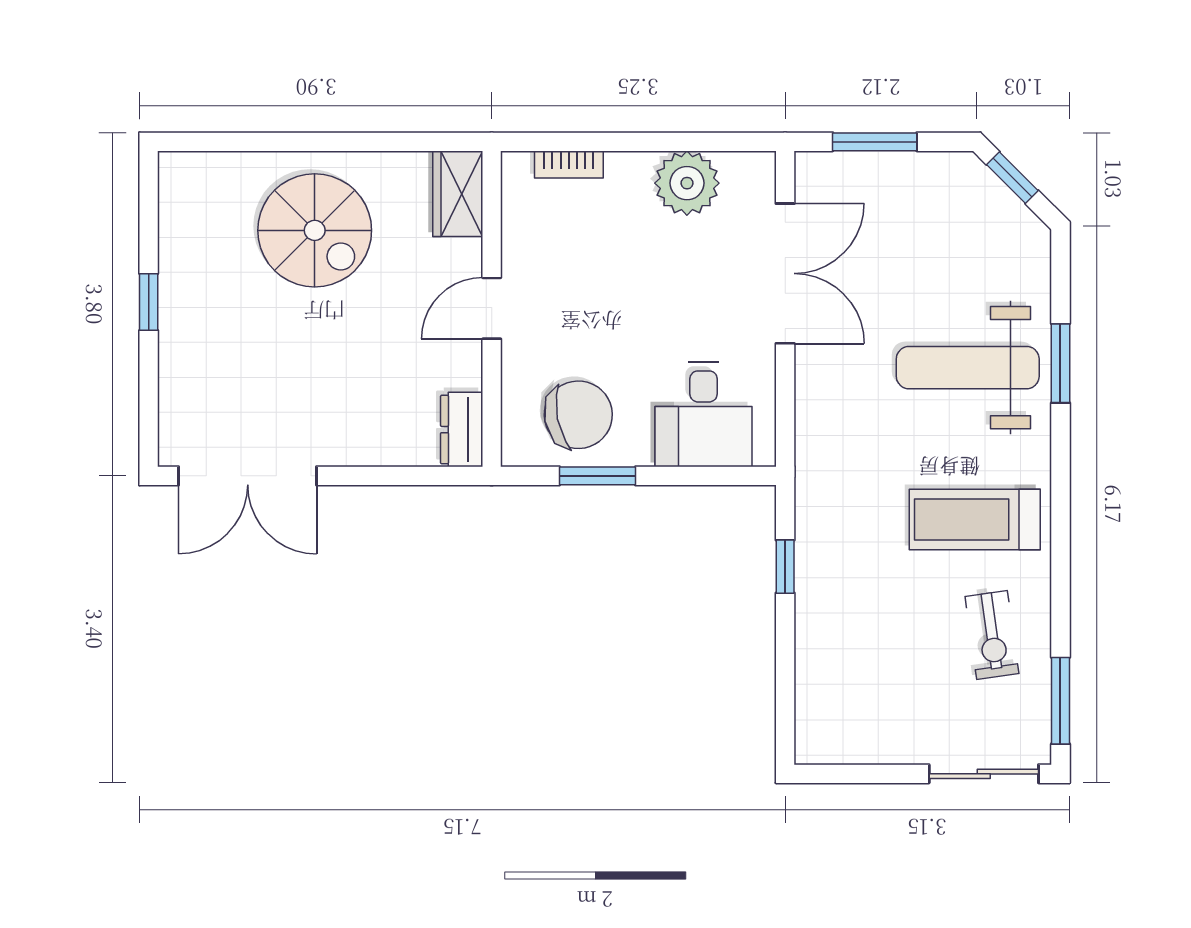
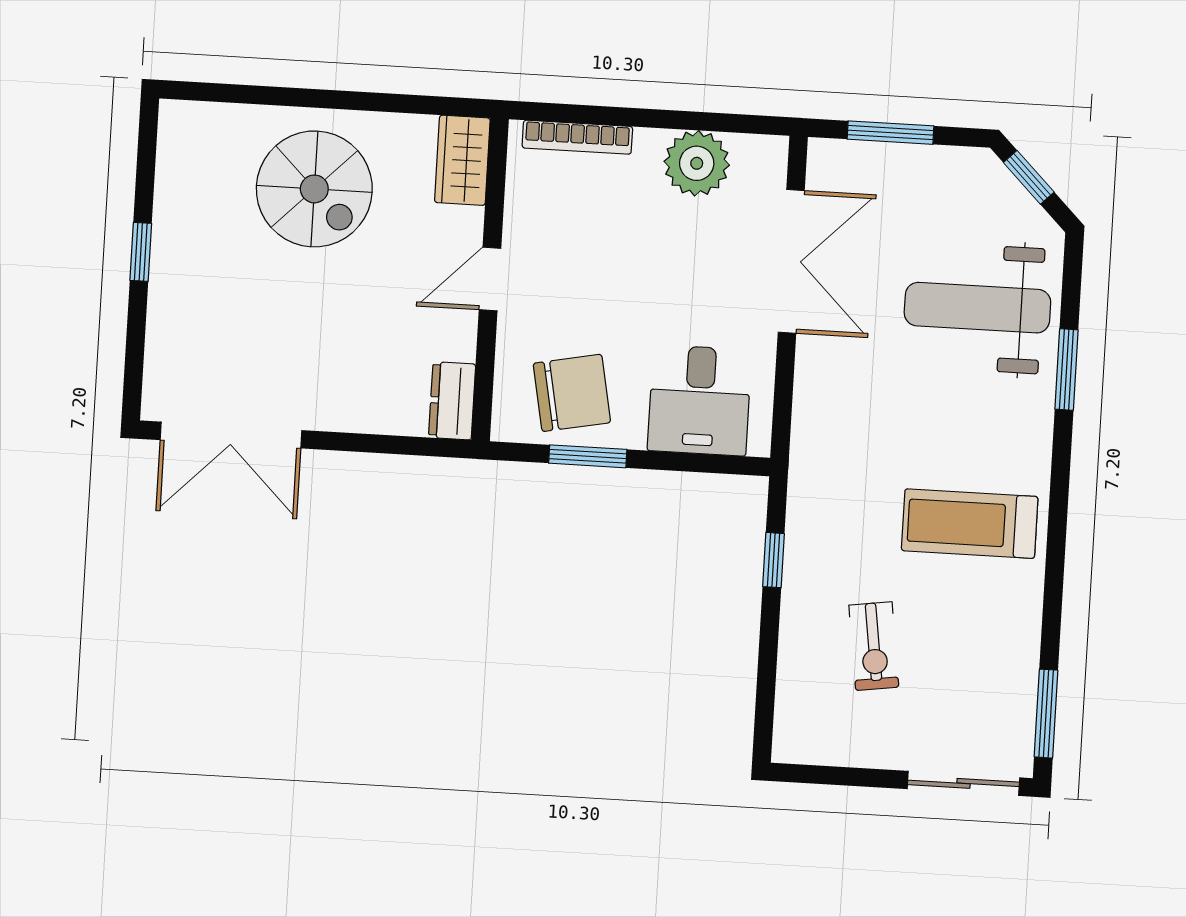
bookcase: (569, 165) -> (577, 137), width x1.56
weight bench: (968, 368) -> (977, 308), moved
exercise bike: (992, 635) -> (874, 646), moved

